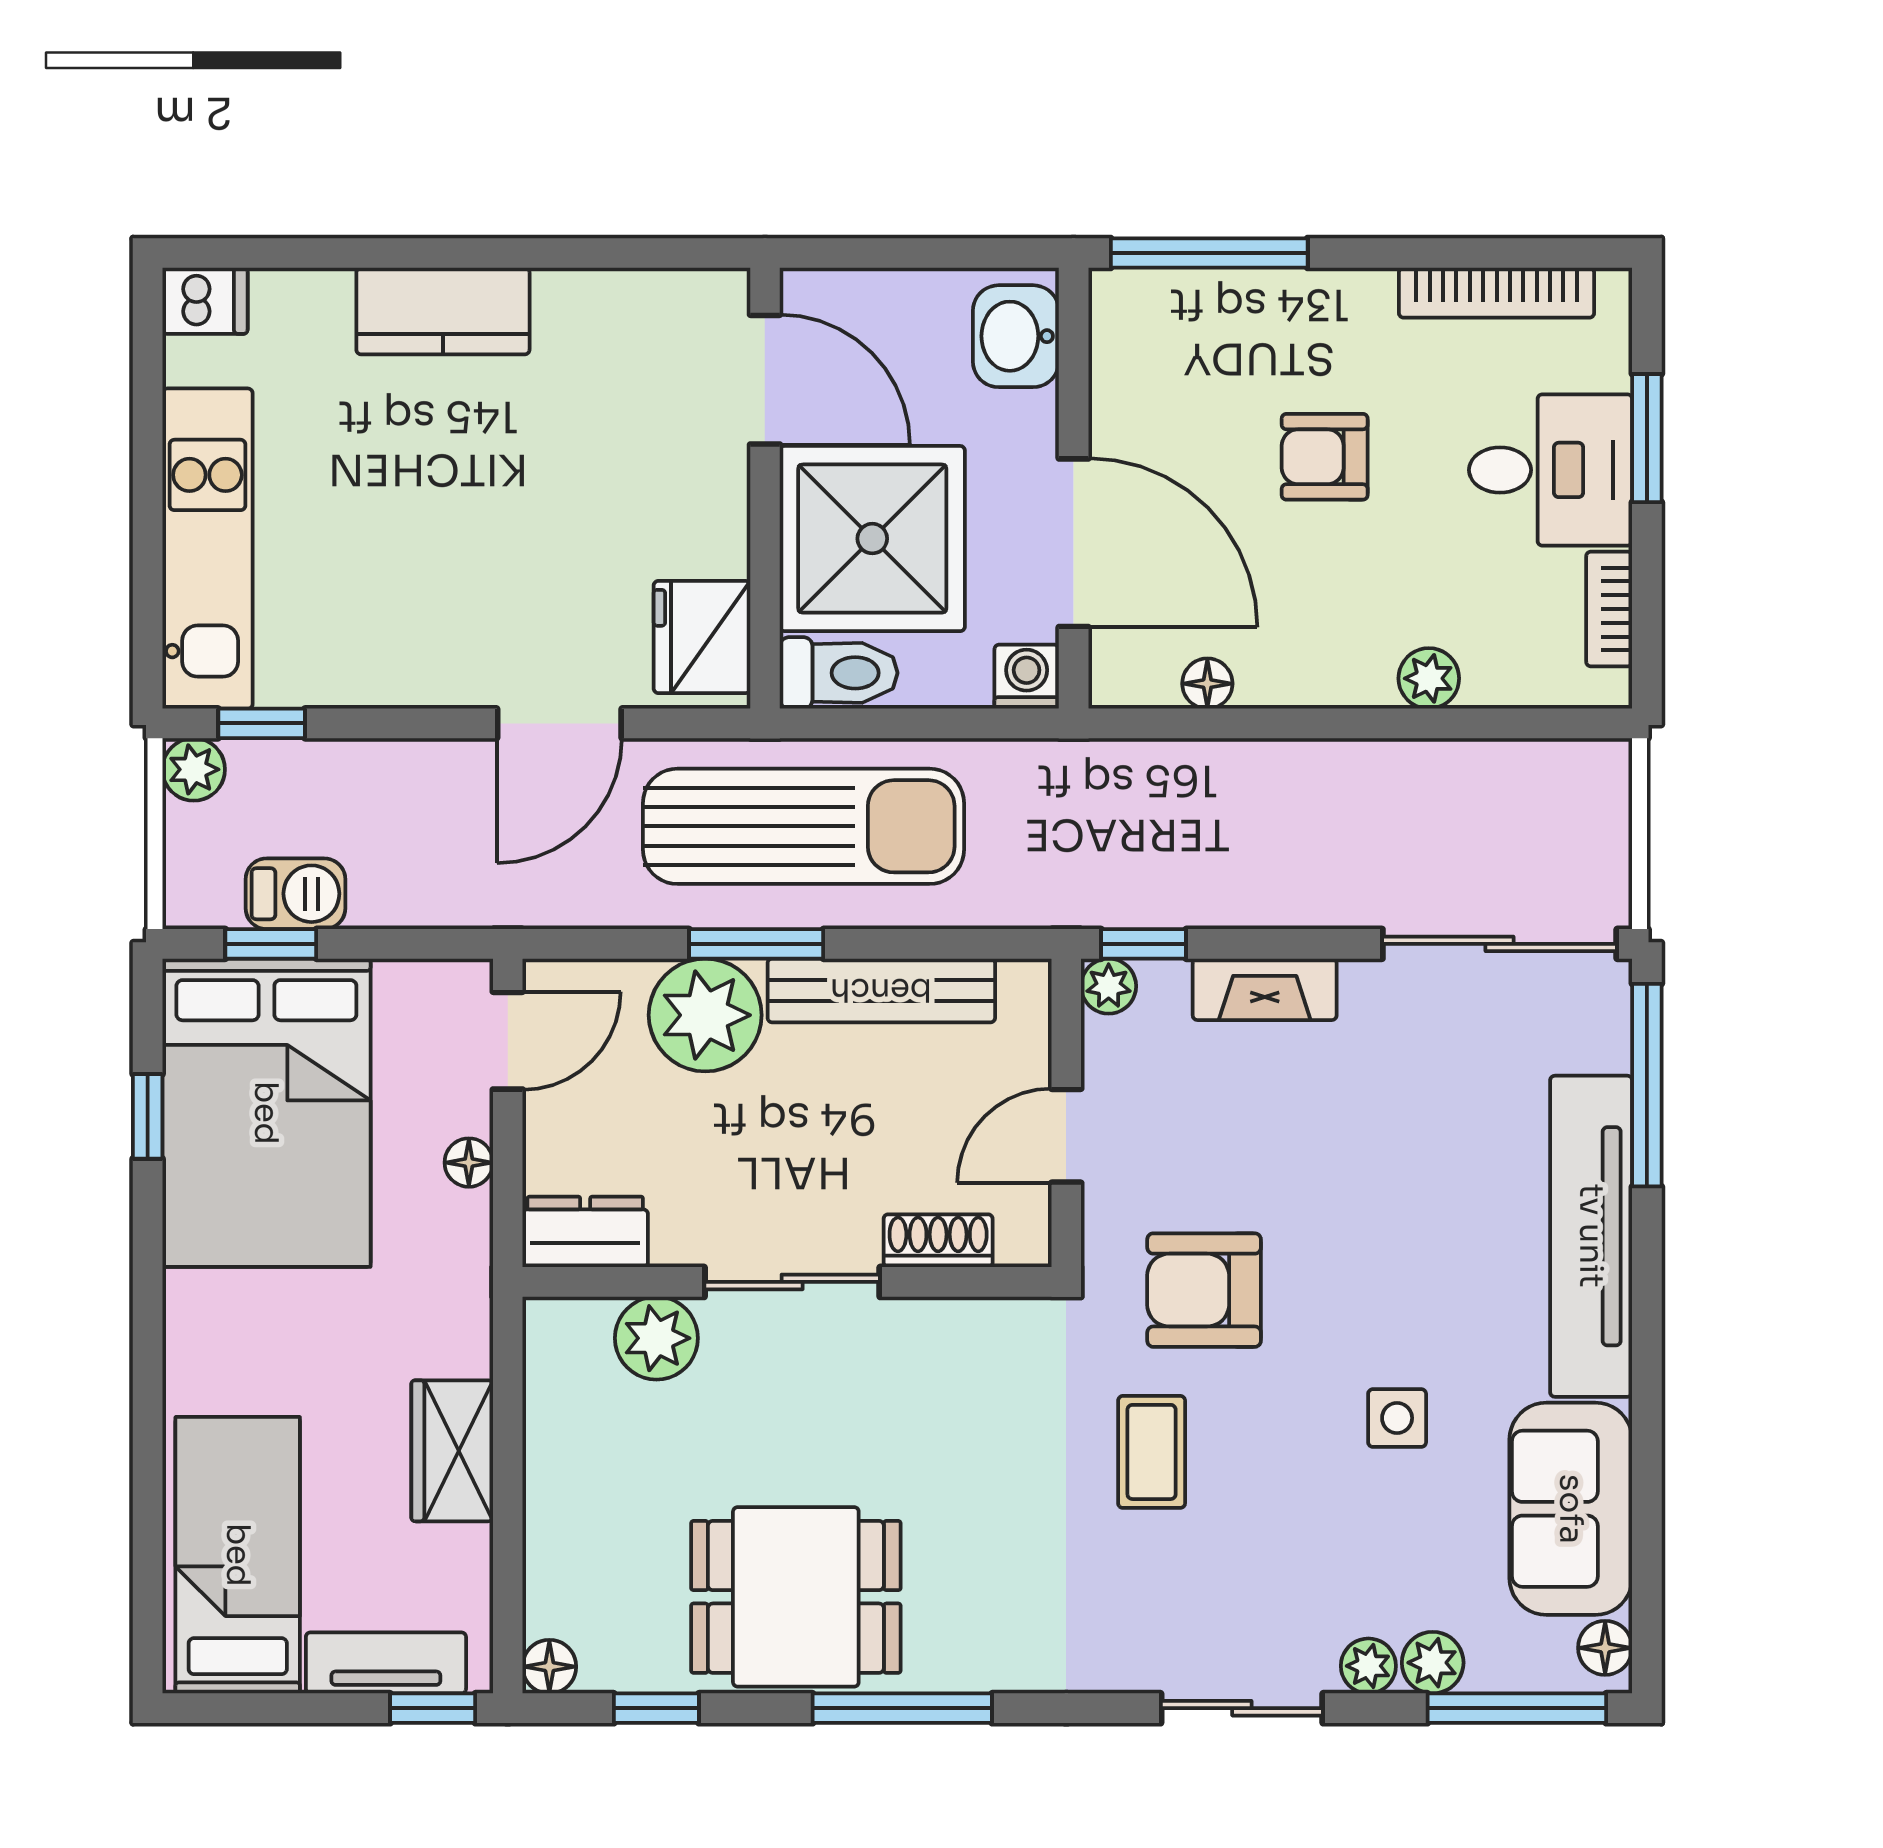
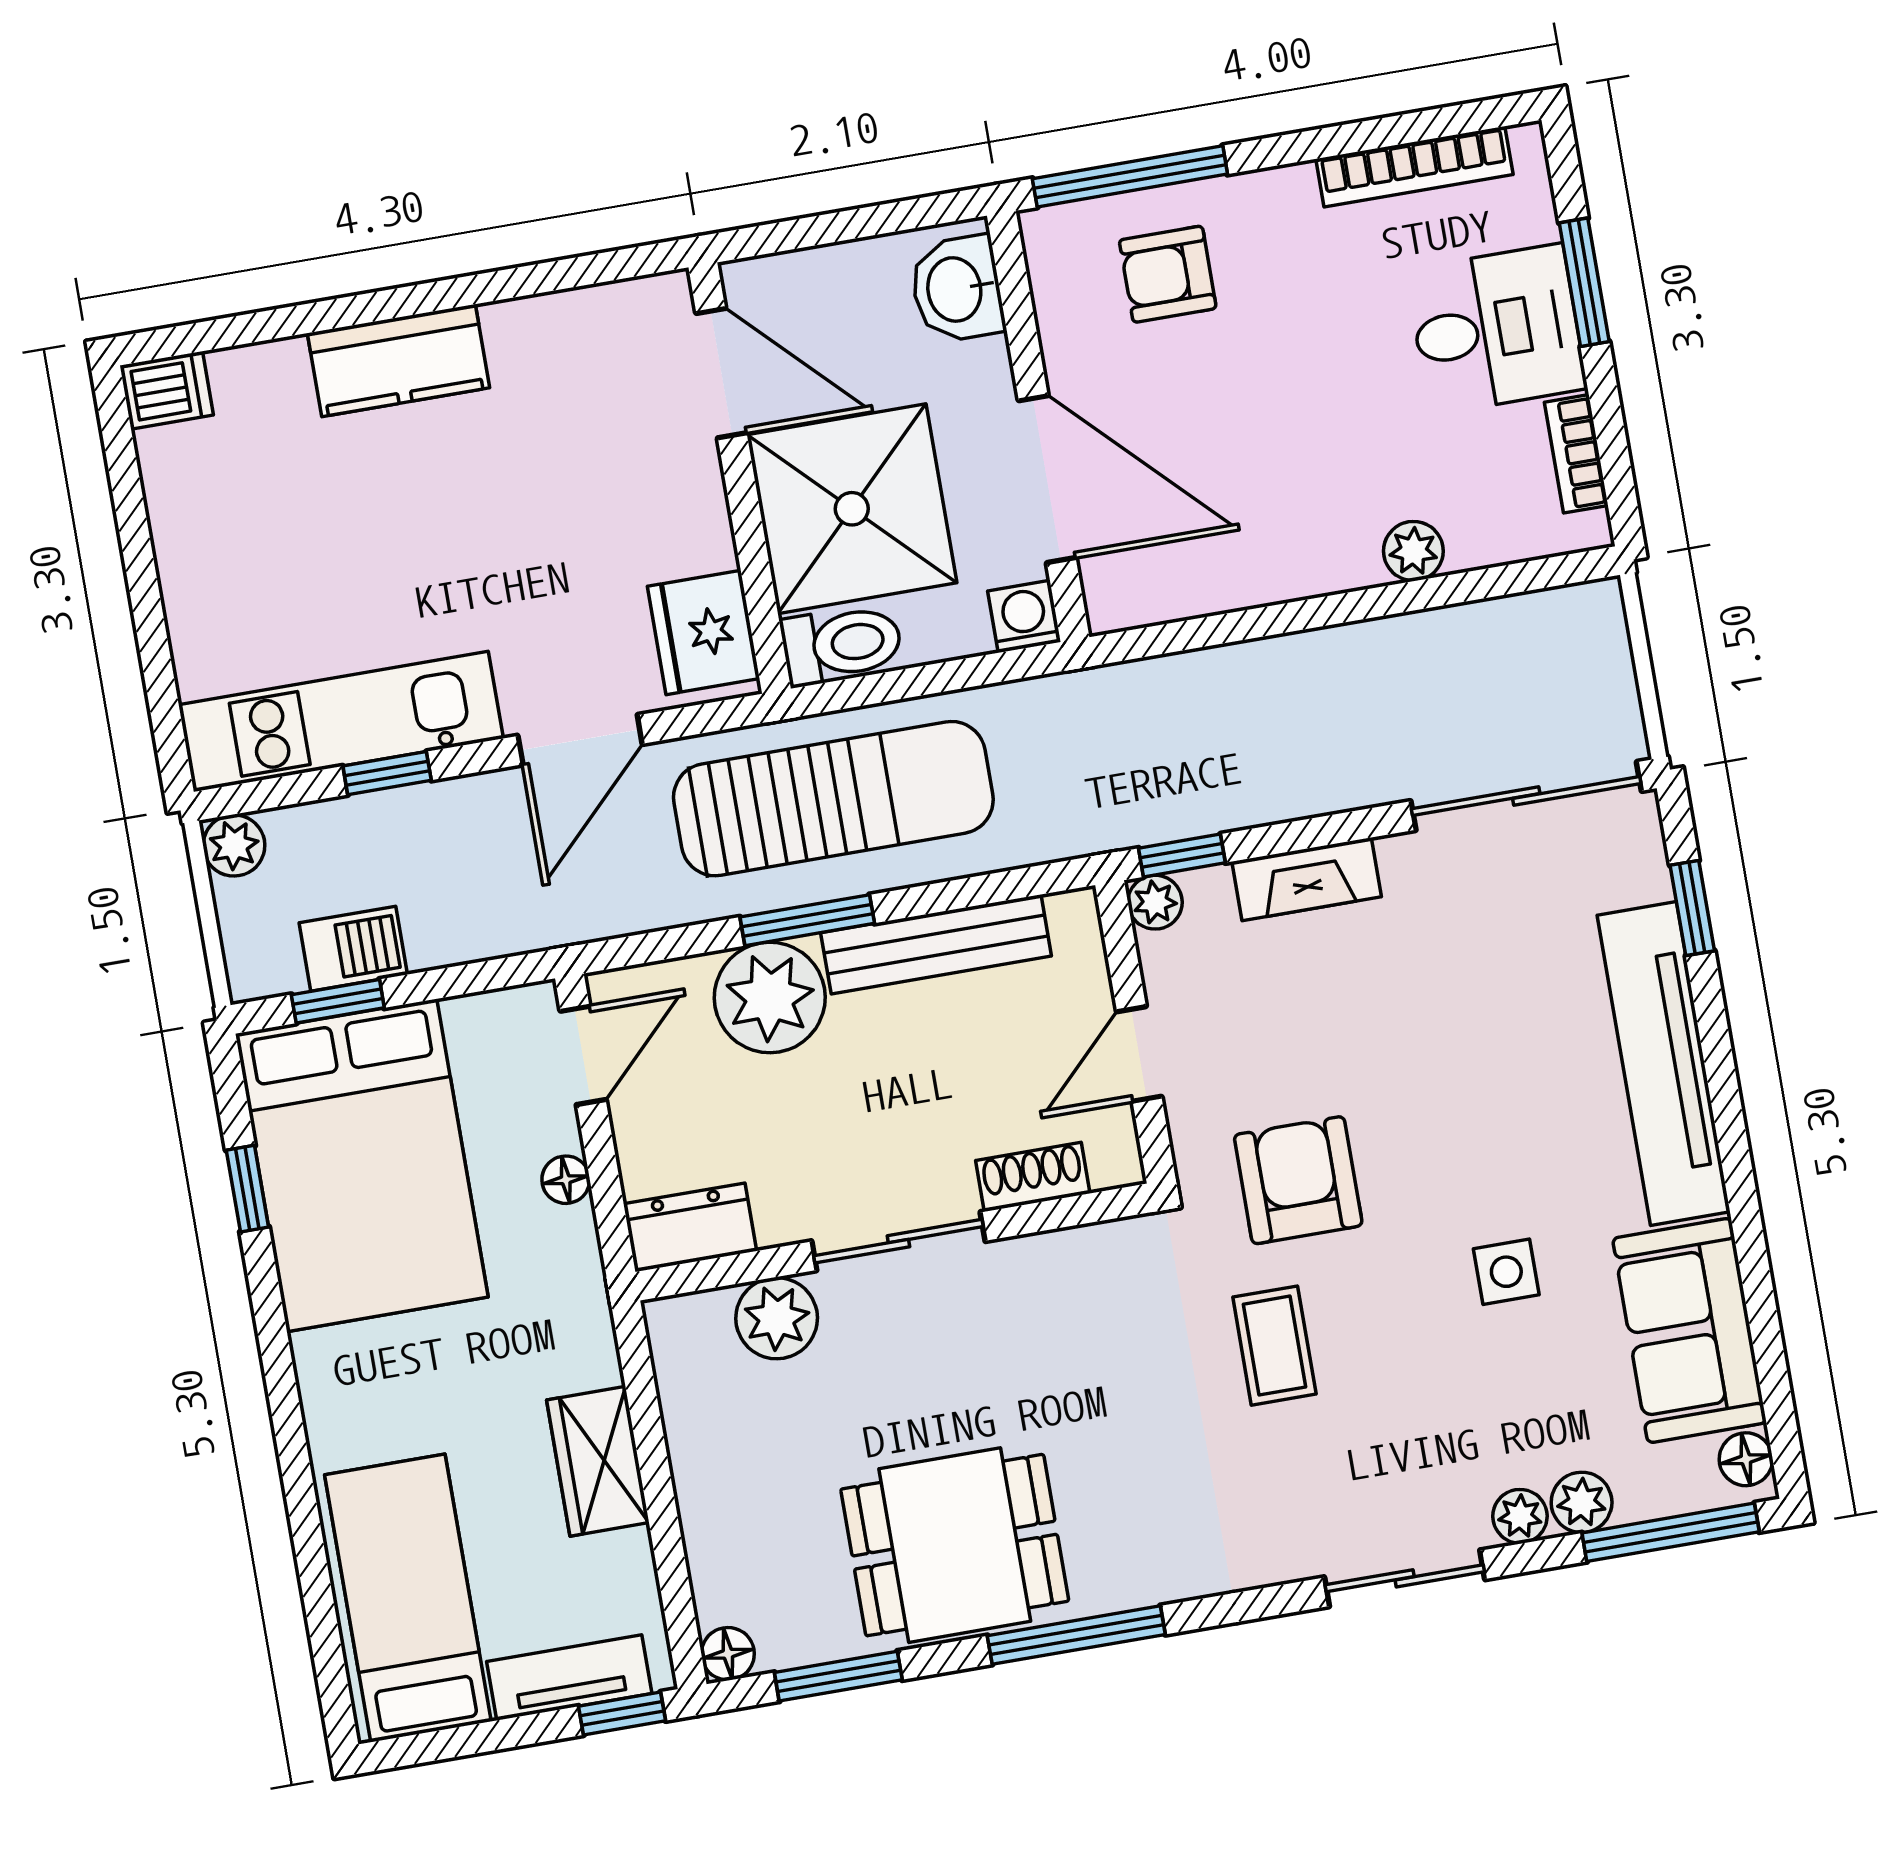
armchair: (1325, 457) -> (1168, 274), moved
kitchen unit: (207, 549) -> (341, 722), moved, turned -90
floor lamp: (1207, 684) -> (1200, 593), removed
window: (262, 723) -> (387, 773), moved
window: (1647, 1085) -> (1692, 908), width x0.46
armchair: (1204, 1290) -> (1298, 1180), turned 90
window: (656, 1708) -> (838, 1676), width x1.50

